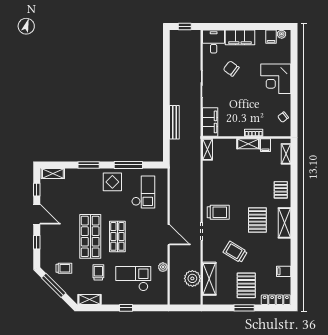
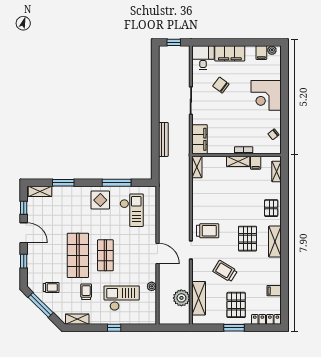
window: (89, 165) -> (63, 183), moved

